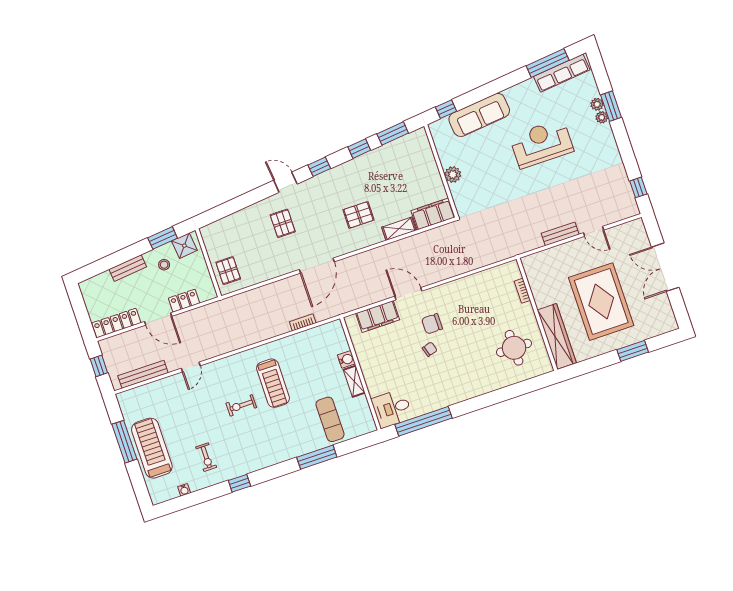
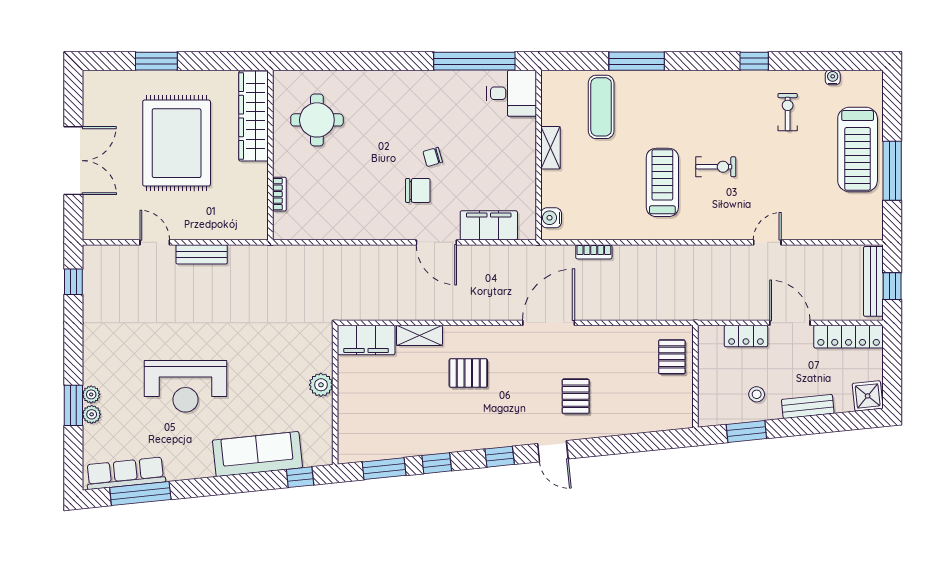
shower: (184, 246) -> (868, 396), moved
water cooler: (346, 359) -> (551, 218), moved
bench: (143, 374) -> (873, 281), moved, turned 90

